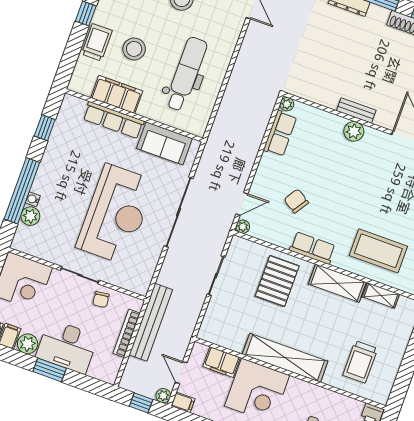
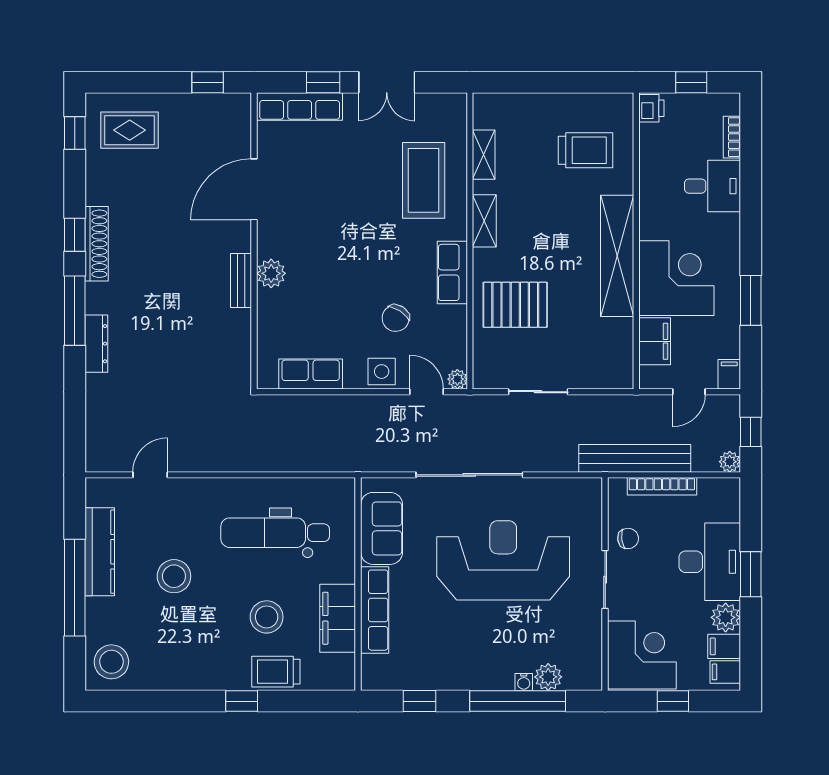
plant: (287, 104) -> (267, 379), removed
side table: (265, 180) -> (382, 372), added
shelving: (337, 283) -> (484, 221), width x0.67, depth x0.75
plant: (163, 396) -> (730, 462), moved

